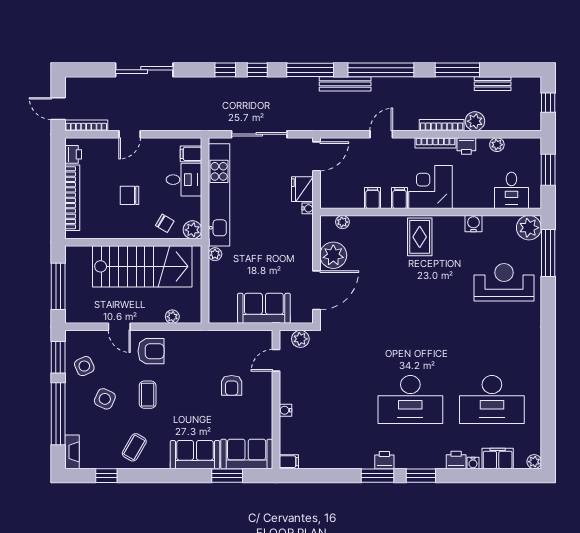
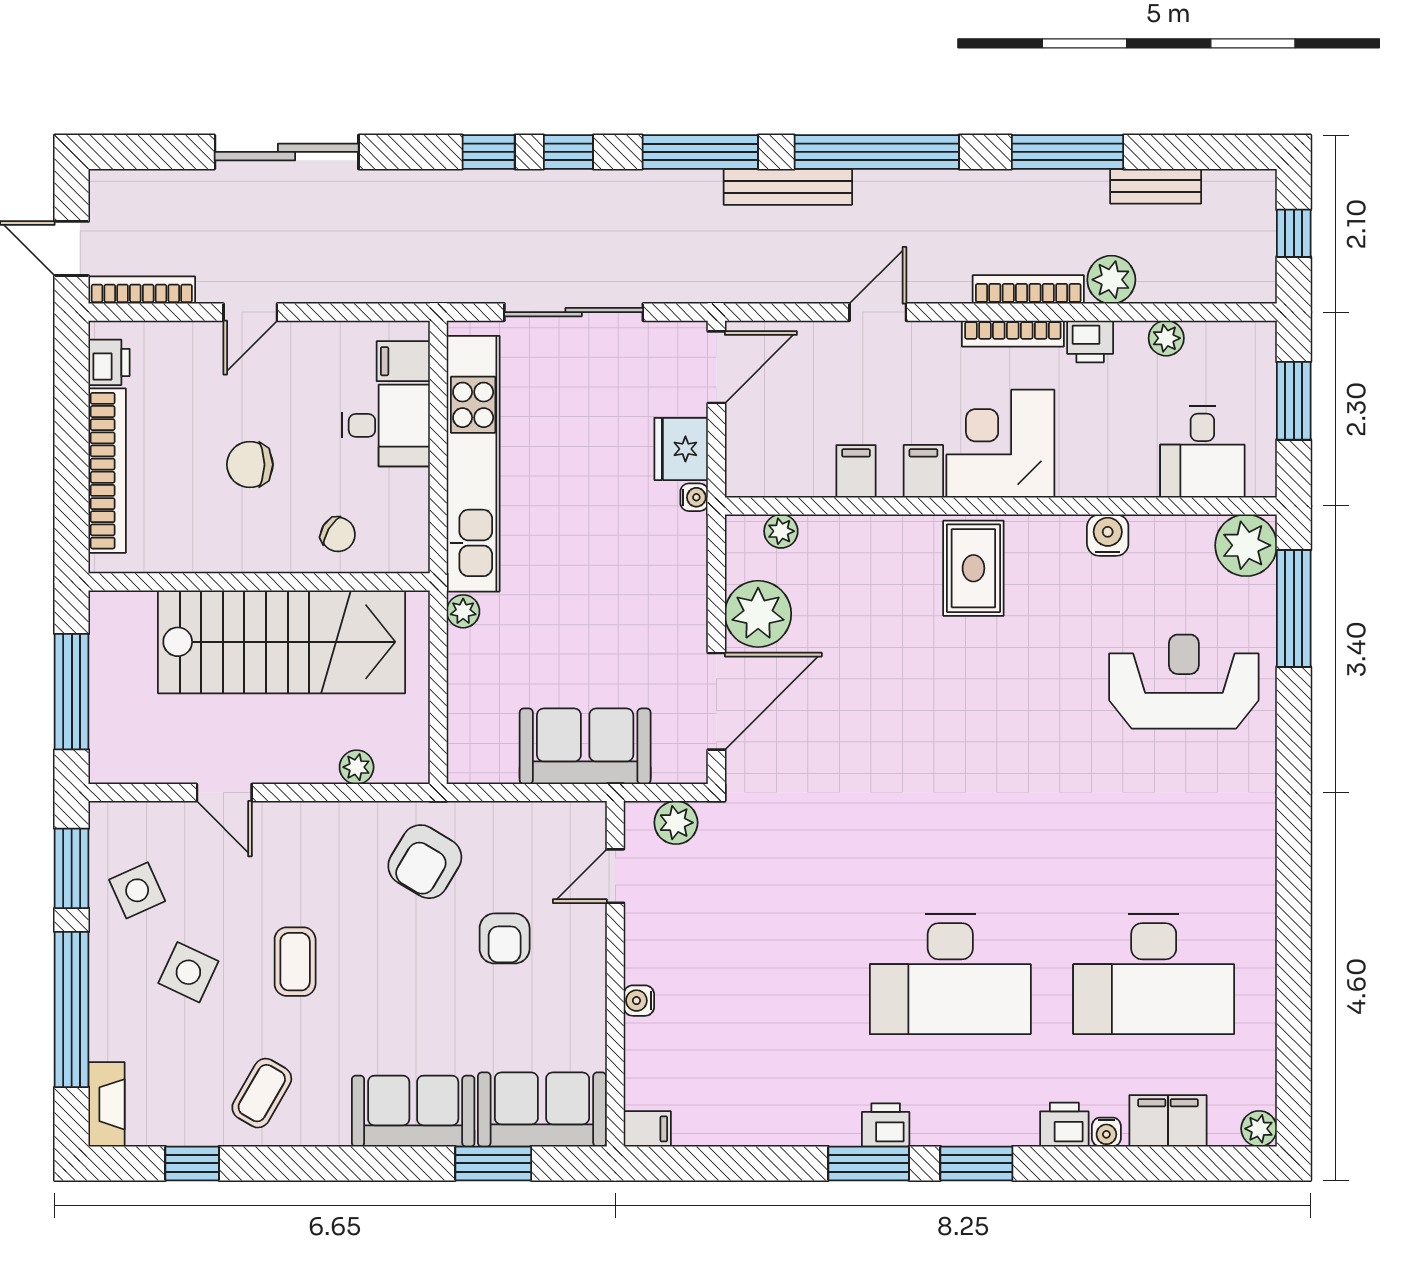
plant: (192, 230) -> (407, 551), removed
armchair: (151, 351) -> (425, 862), moved, turned 121

